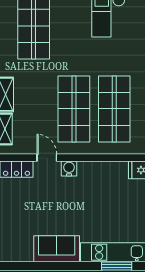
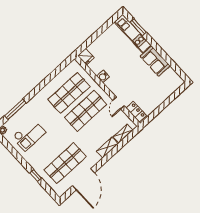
water cooler: (69, 169) -> (103, 76), moved

